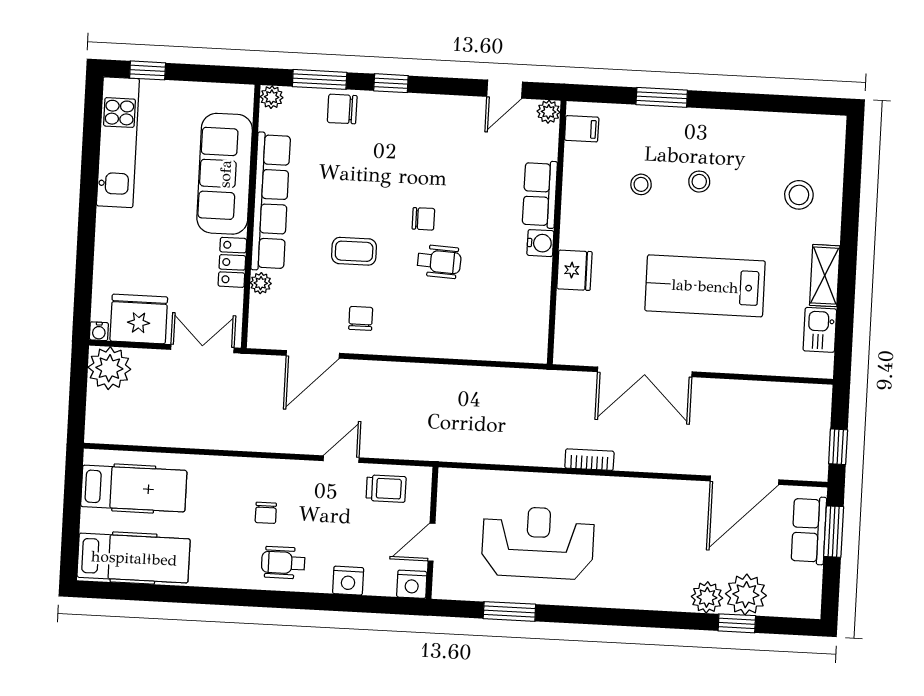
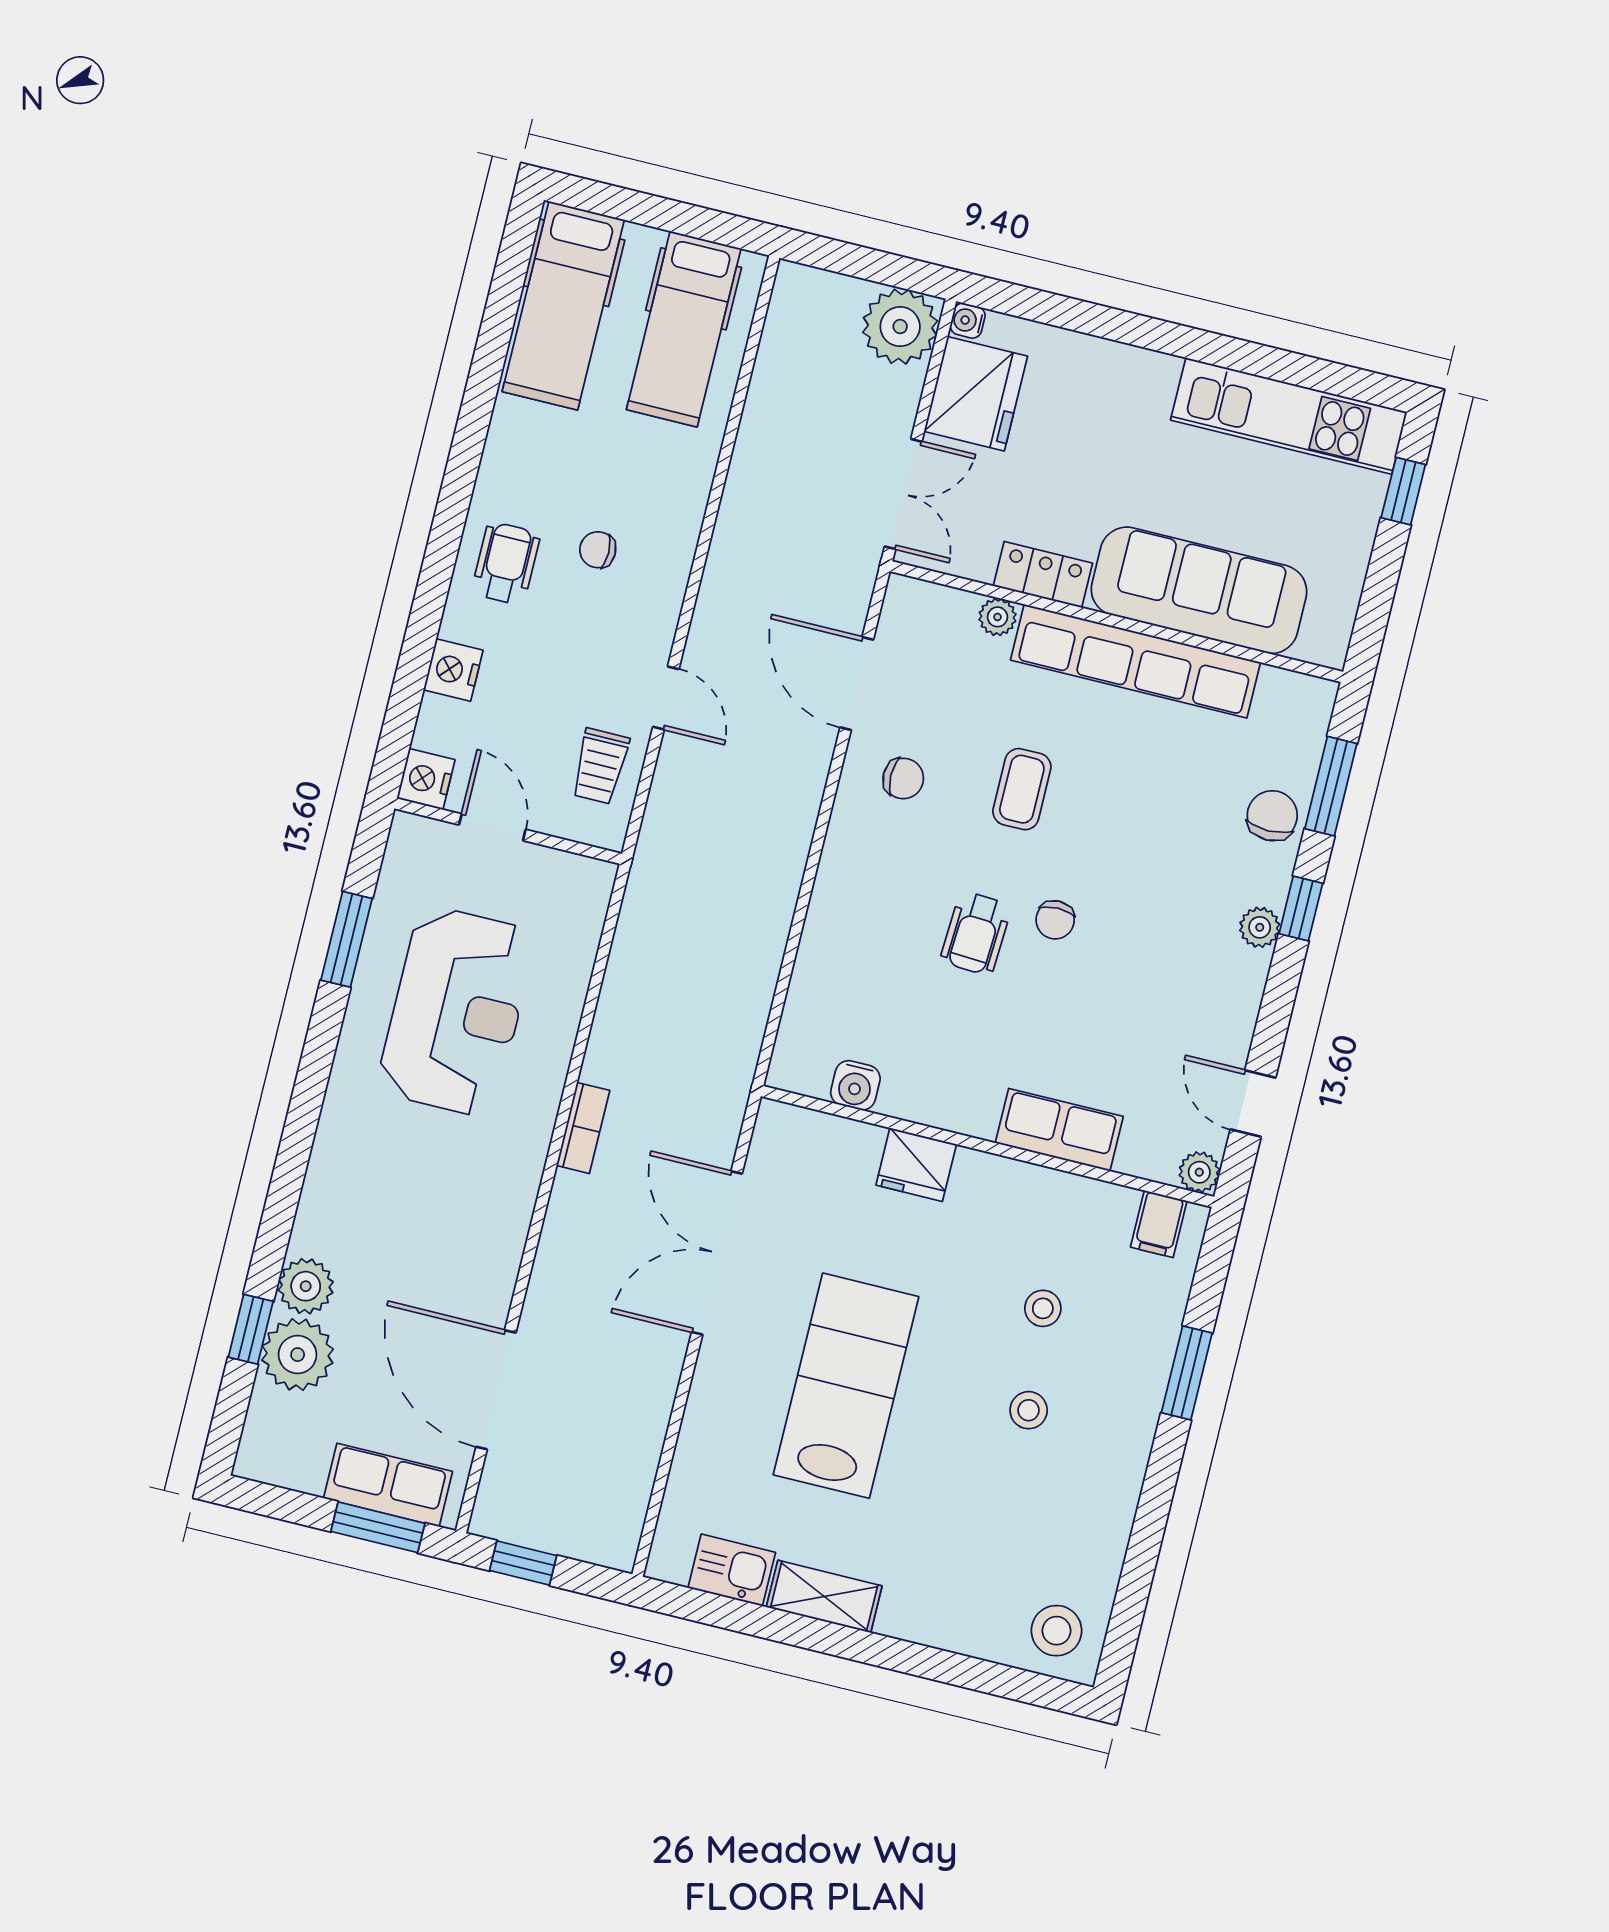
plant: (272, 97) -> (1260, 927), moved
stool: (799, 195) -> (1056, 1631), moved
water cooler: (540, 243) -> (855, 1085), moved

